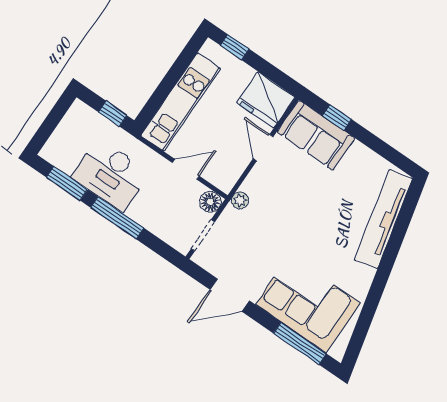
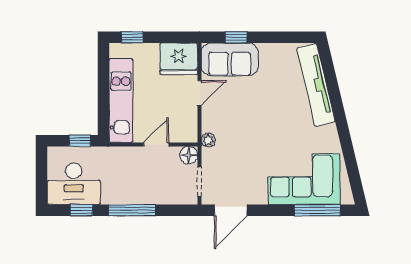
door: (263, 148) -> (199, 93), swing flipped
desk: (111, 175) -> (74, 184), moved
window: (67, 183) -> (81, 210), width x0.67
door: (230, 295) -> (231, 210), moved

